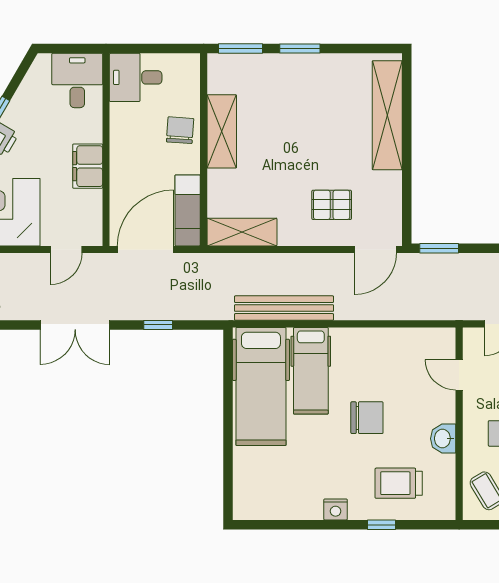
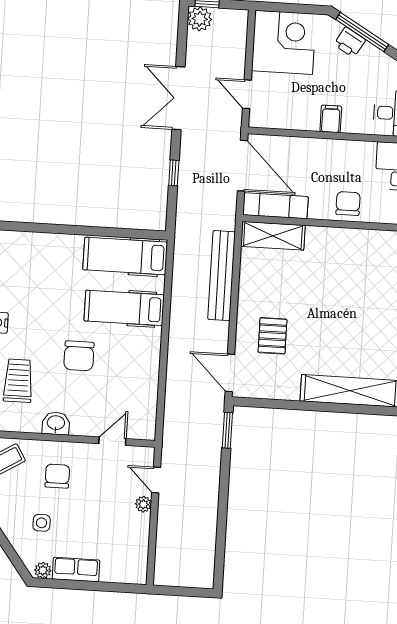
chair: (180, 130) -> (348, 203), turned -94
shelving: (222, 131) -> (345, 241), removed
filing cabinet: (88, 166) -> (331, 119), width x0.50
shelving: (242, 232) -> (273, 236), moved, turned 90
bench: (284, 308) -> (222, 276), moved
hospital bed: (261, 387) -> (125, 256), width x0.73, depth x0.78

